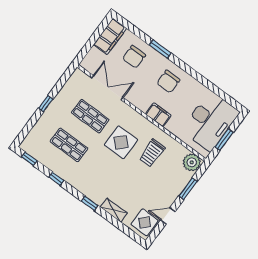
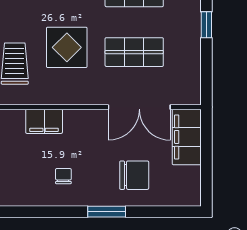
filing cabinet: (110, 36) -> (187, 137), moved
chair: (134, 57) -> (134, 175), turned 90
chair: (168, 81) -> (63, 176), width x0.54, depth x0.54

